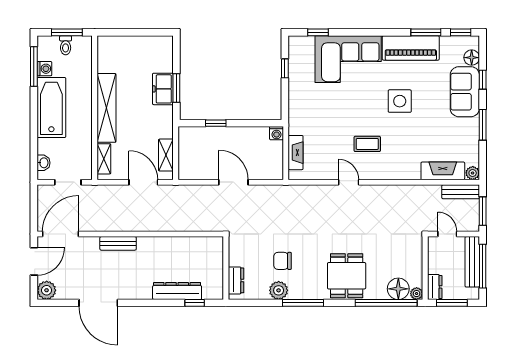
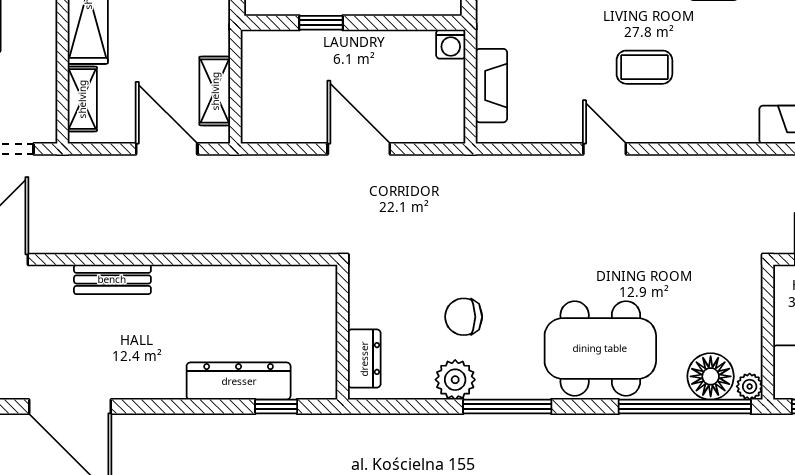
dining table: (347, 276) -> (600, 348), width x1.38

